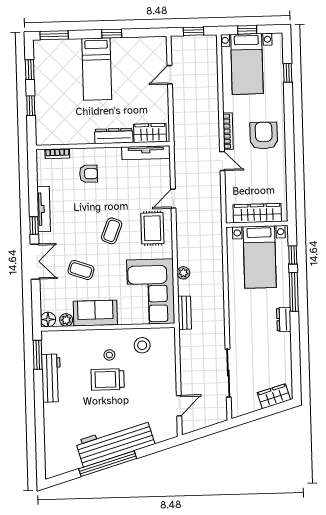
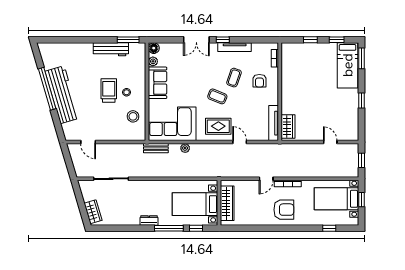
bed: (97, 69) -> (348, 65), moved, turned -90
dresser: (114, 136) -> (287, 100), removed
coffee table: (81, 270) -> (234, 78), moved

